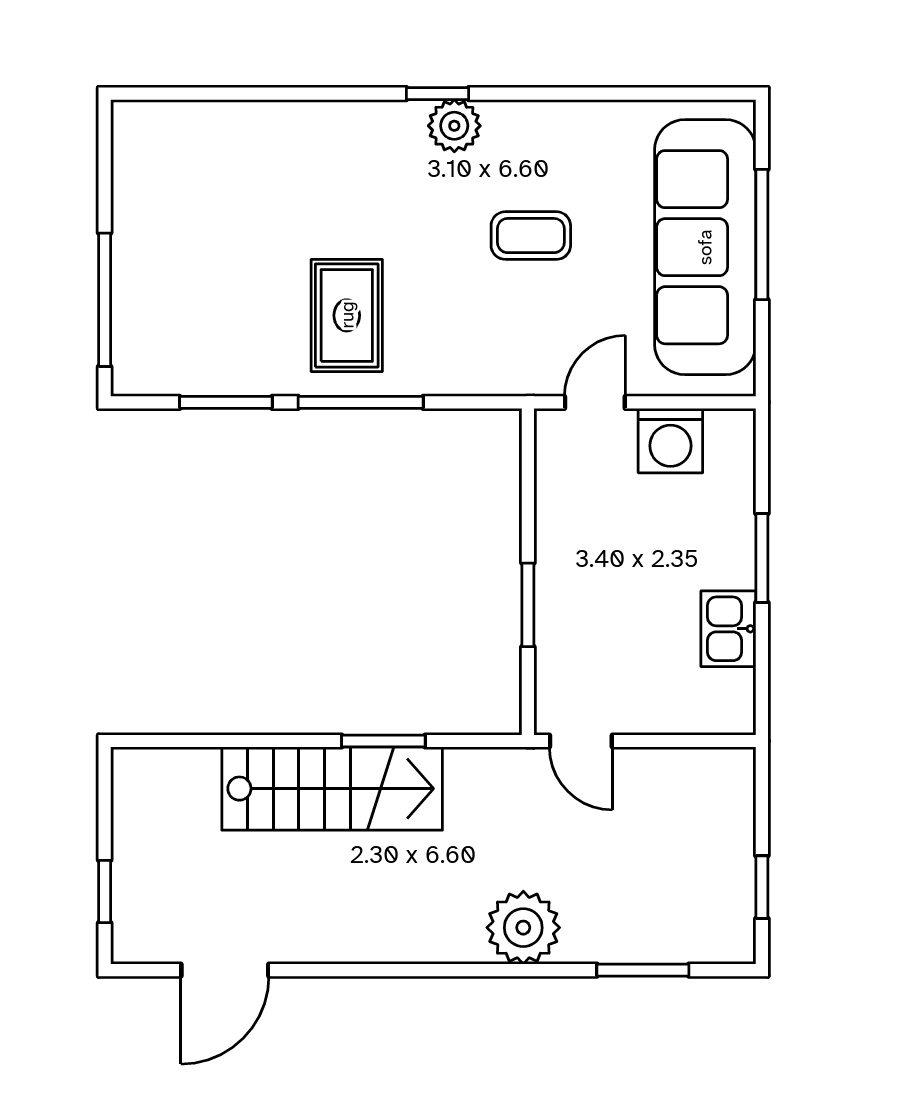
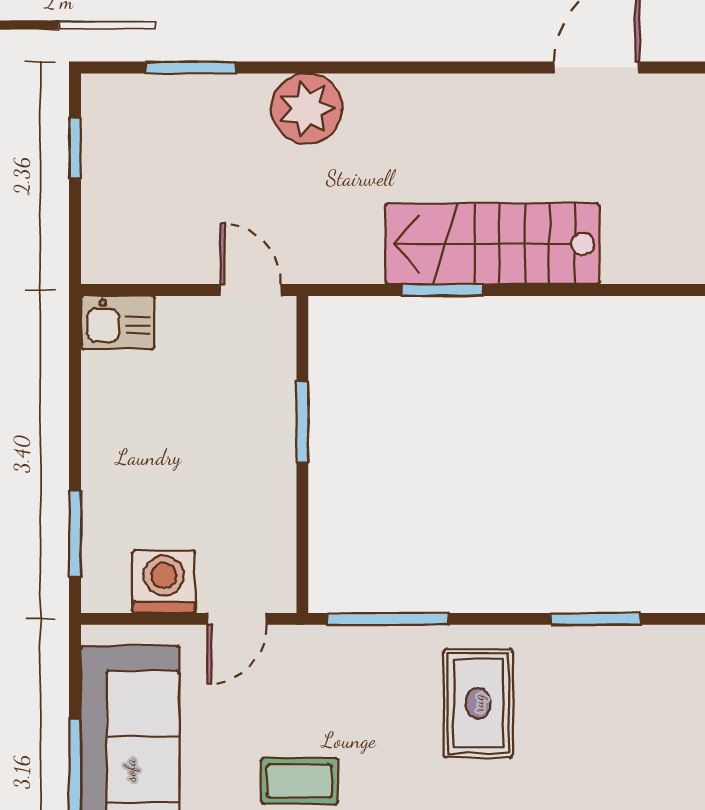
window: (361, 402) -> (388, 619), moved
window: (762, 558) -> (75, 533), moved
kitchen sink: (728, 629) -> (118, 322), moved, turned 90

